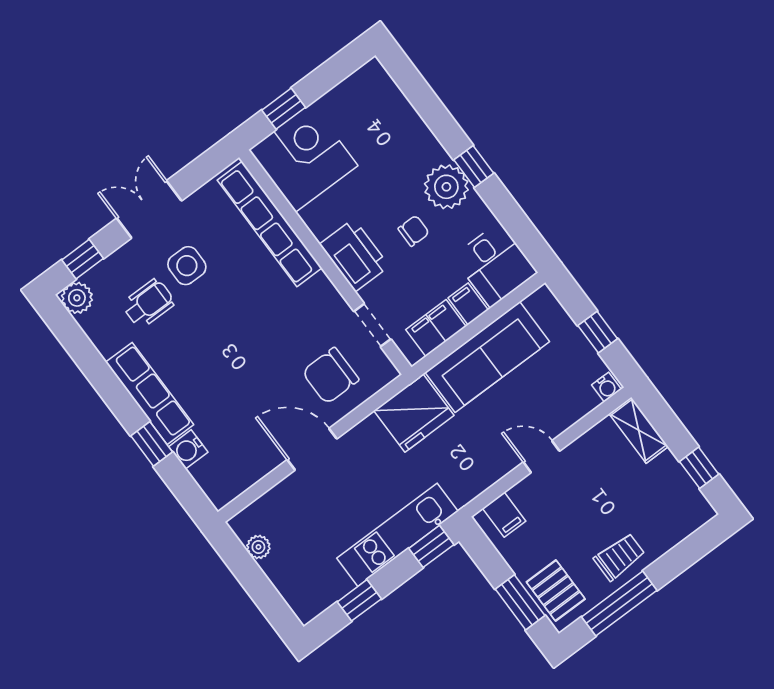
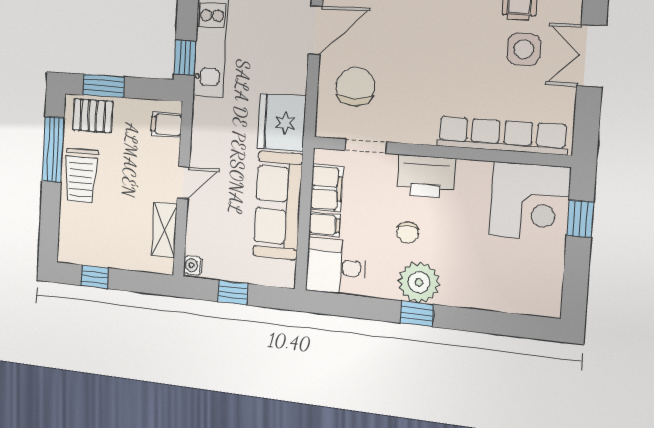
double door: (149, 209) -> (592, 56), swing flipped
shelving: (639, 430) -> (164, 230), moved, turned 90
trolley: (619, 557) -> (81, 176), width x1.36, depth x1.39

